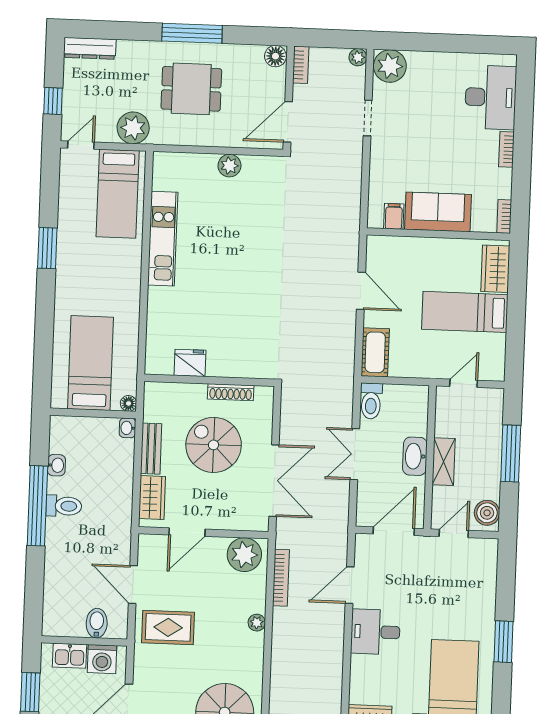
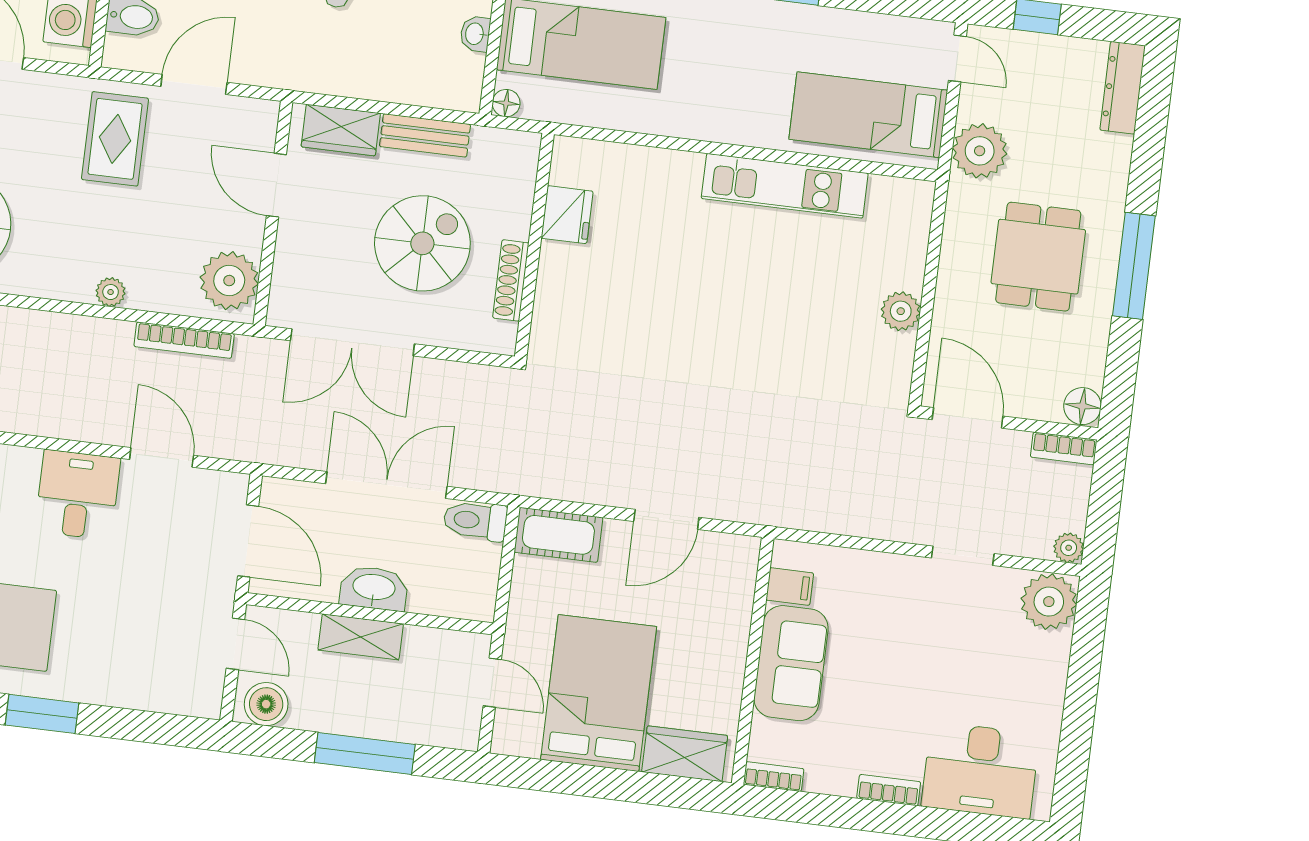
bed: (465, 312) -> (599, 693), width x1.50
washbasin: (128, 428) -> (475, 34), moved, turned -90
double door: (355, 454) -> (386, 485), width x1.37

